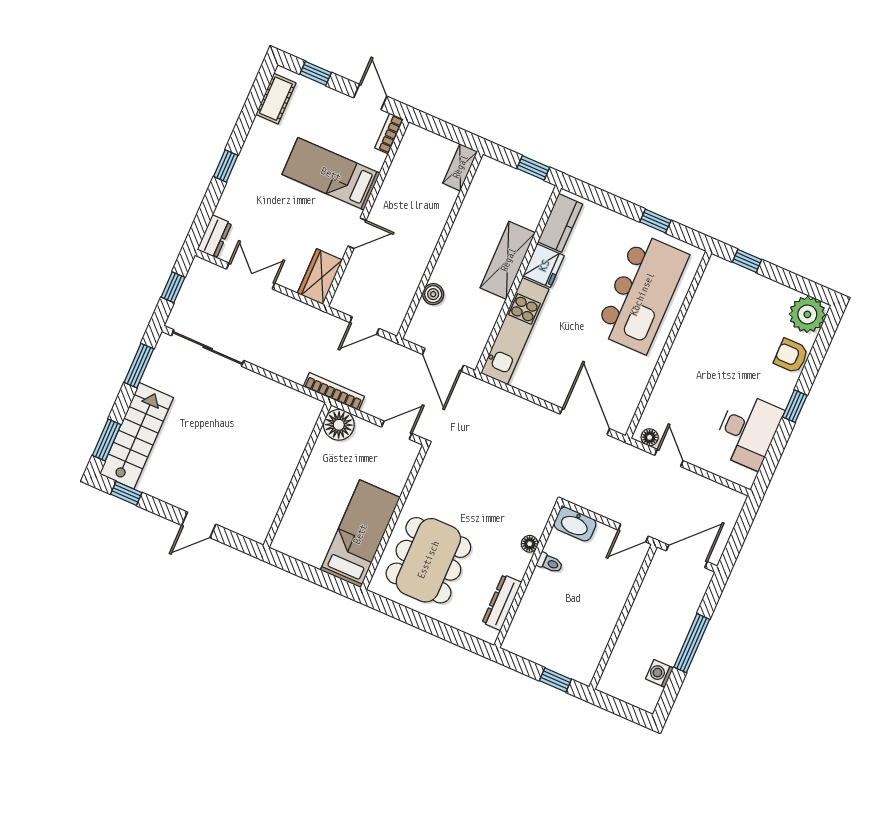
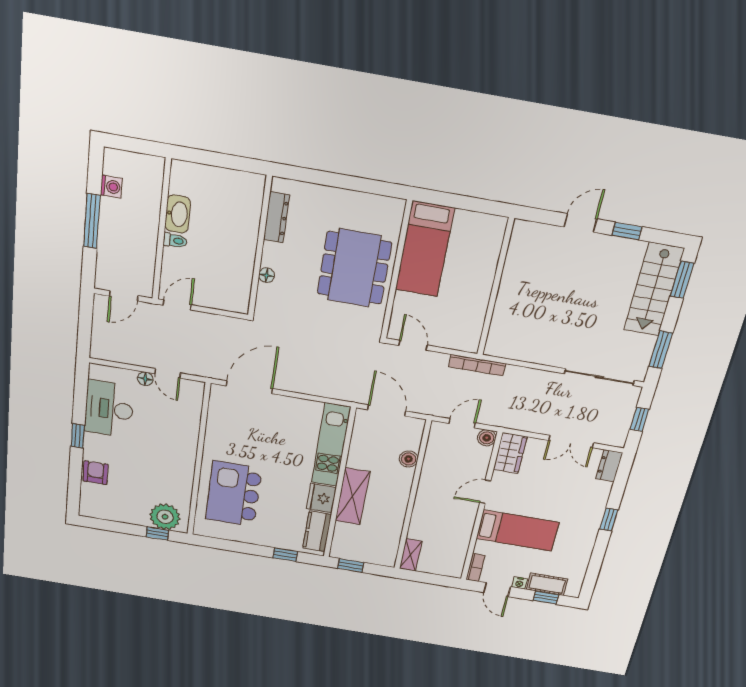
cot: (276, 99) -> (547, 584), moved, turned 90
nightstand: (342, 101) -> (519, 583), added
window: (655, 221) -> (285, 555), moved
kitchen island: (642, 294) -> (234, 494), width x0.73
boiler: (342, 301) -> (487, 438), added
plant: (807, 314) -> (165, 517), moved
armchair: (791, 356) -> (96, 473), turned -90
door: (585, 421) -> (249, 387), swing flipped
floor lamp: (339, 425) -> (466, 339), removed
door: (397, 430) -> (413, 345), swing flipped
floor lamp: (650, 437) -> (145, 379), moved
window: (126, 493) -> (627, 231), moved
washbasin: (575, 524) -> (178, 214), moved, turned 90
door: (687, 556) -> (124, 296), width x0.73
dining table: (428, 560) -> (354, 268), moved
toilet: (550, 563) -> (175, 241), moved, turned 180
window: (555, 680) -> (205, 157), removed

